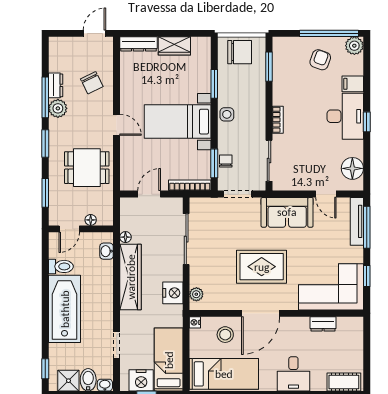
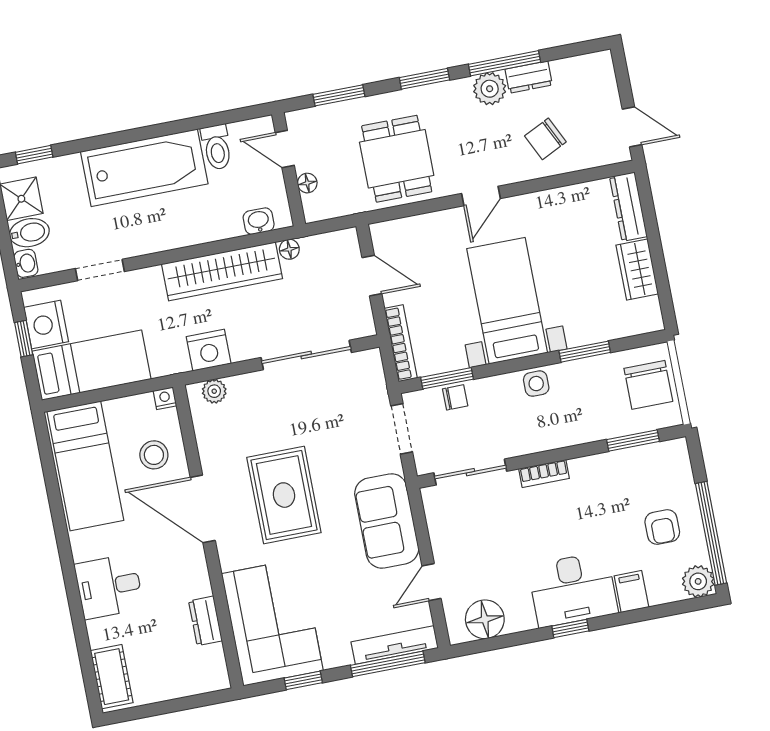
armchair: (320, 60) -> (662, 527), turned 70

